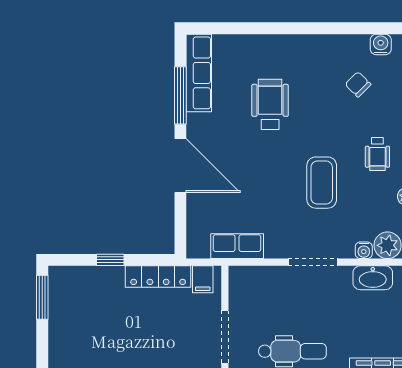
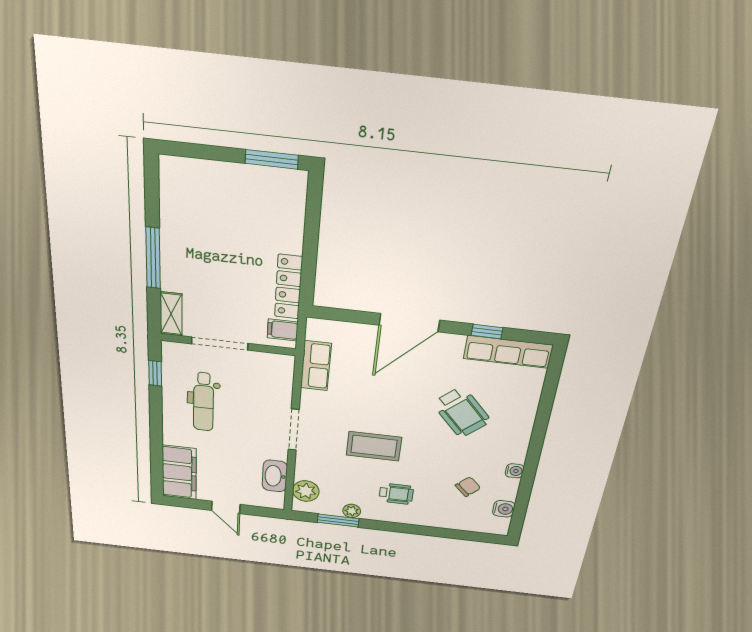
window: (180, 95) -> (487, 332), width x0.46
wheelchair: (270, 104) -> (462, 412), turned 48
wheelchair: (377, 154) -> (396, 494), turned 180
water cooler: (364, 250) -> (515, 471), moved, turned 180
window: (110, 260) -> (311, 240), removed

